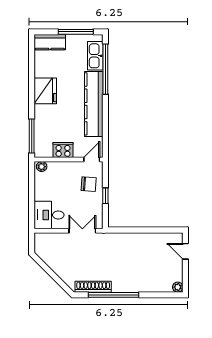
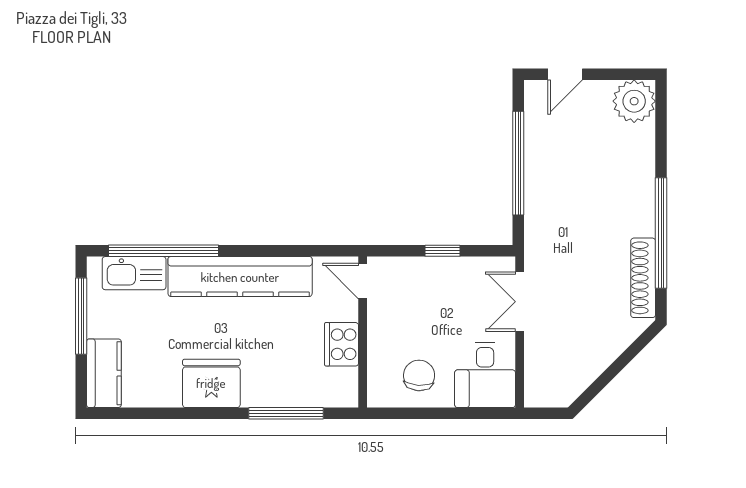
window: (32, 136) -> (286, 413), moved
plant: (42, 167) -> (378, 391), removed
chair: (89, 184) -> (419, 375), moved
window: (145, 230) -> (518, 163), added
plant: (178, 287) -> (634, 101), width x1.87, depth x1.87

